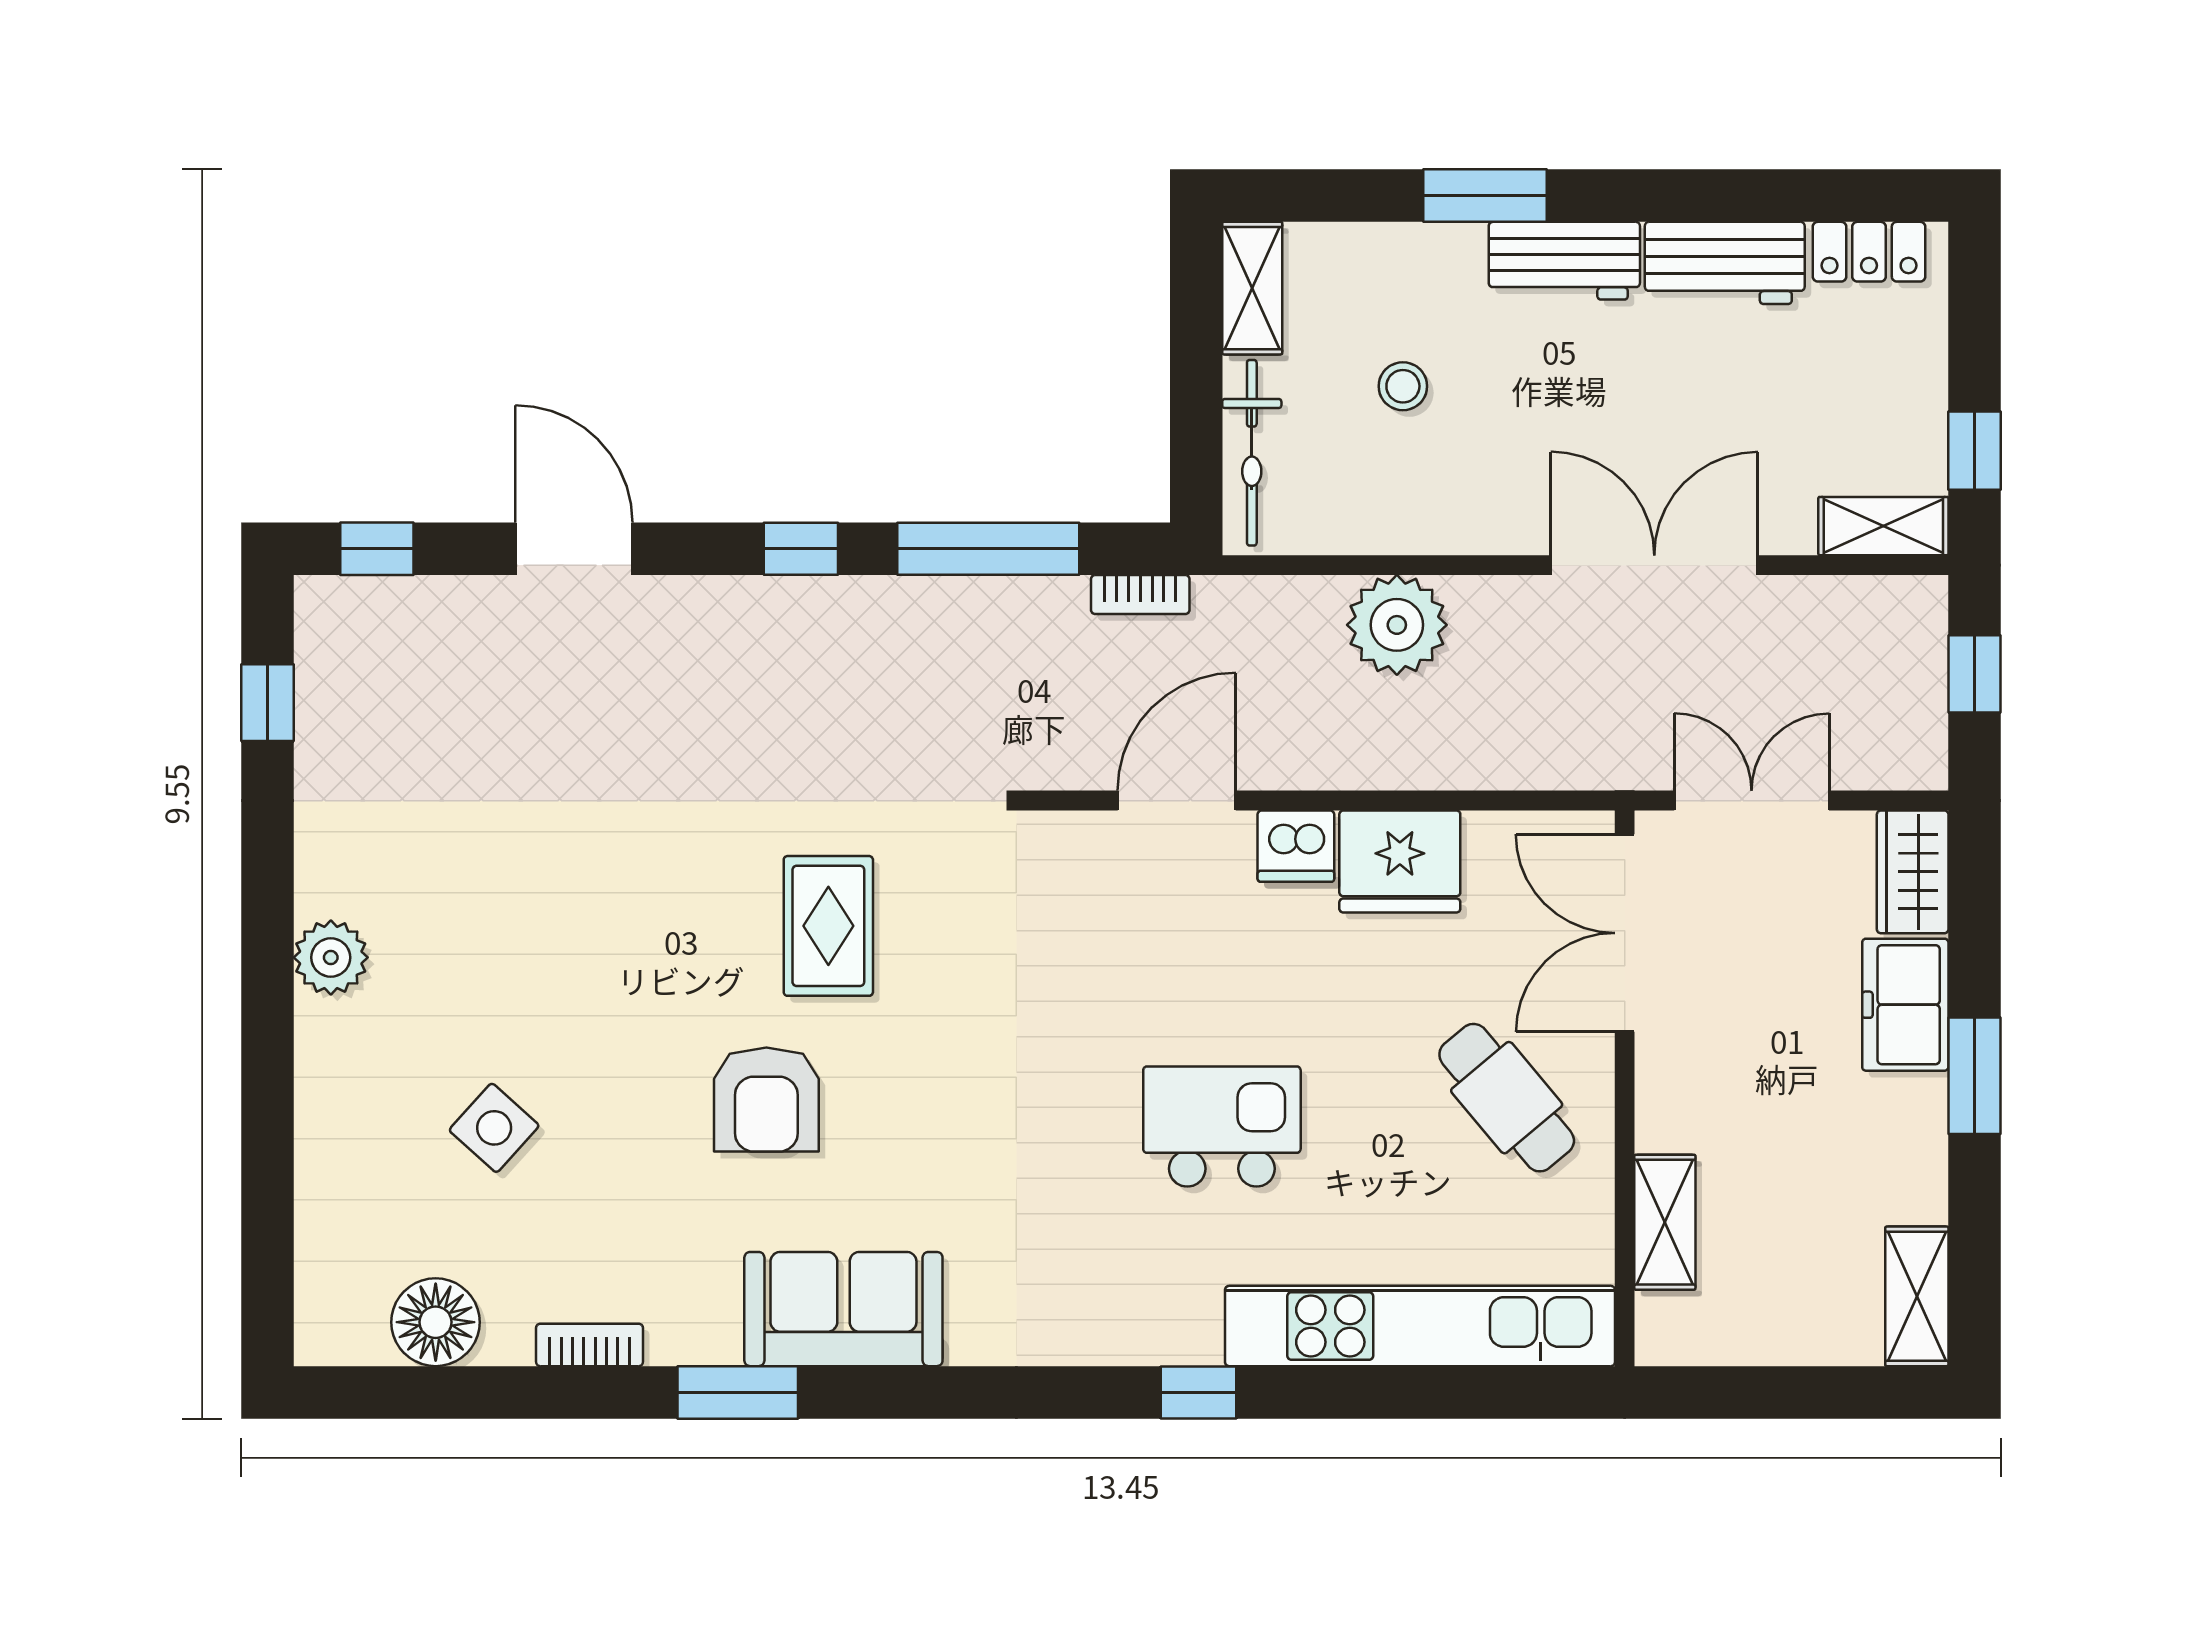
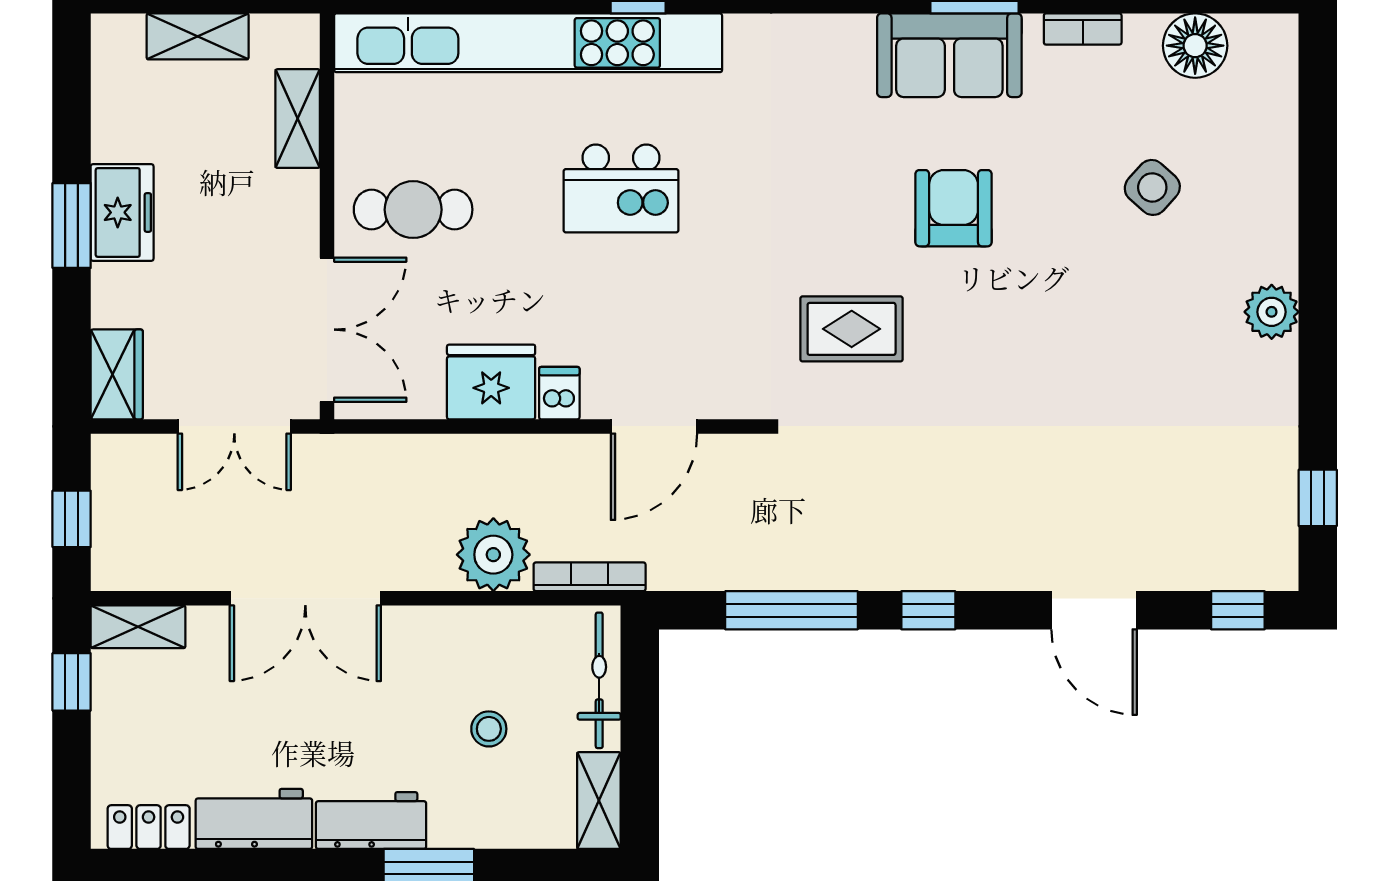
bookcase: (1140, 595) -> (590, 577), moved, width x1.56
dishwasher: (1296, 846) -> (559, 393), width x0.73
rug: (828, 926) -> (852, 329), moved, turned 90
freezer: (1905, 1005) -> (122, 212), moved
cafe table: (1507, 1098) -> (413, 210), turned -50
shelving: (1917, 1296) -> (198, 36), moved, turned 90
sofa: (843, 1309) -> (949, 55), moved
kitchen unit: (1420, 1326) -> (528, 43), width x1.36

